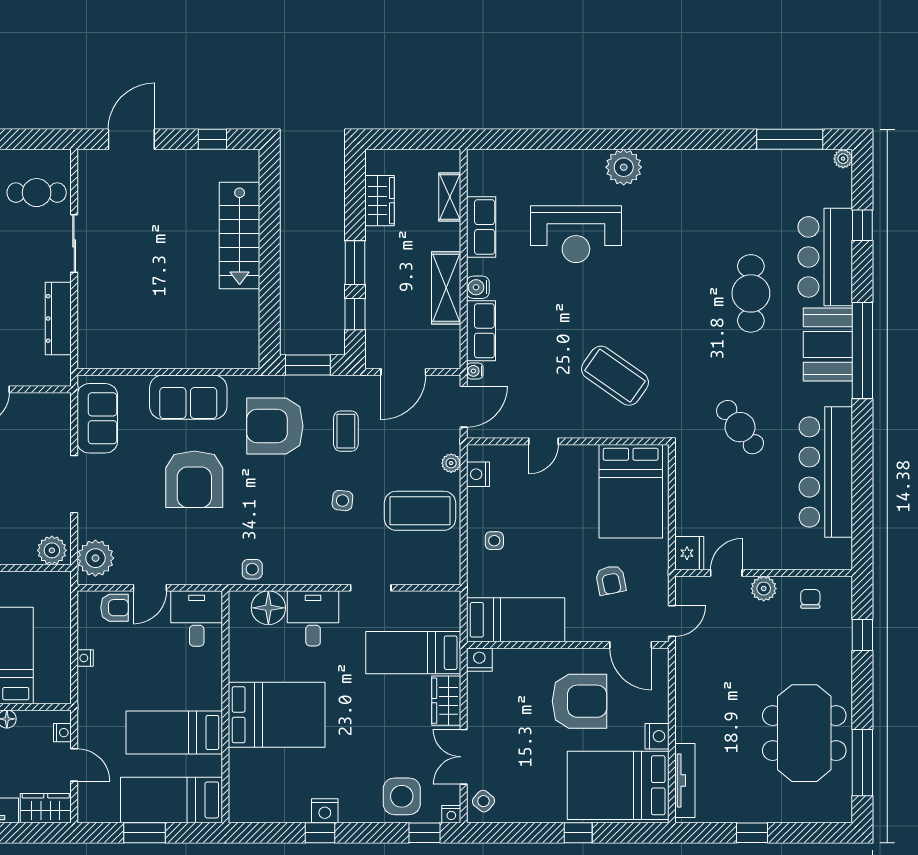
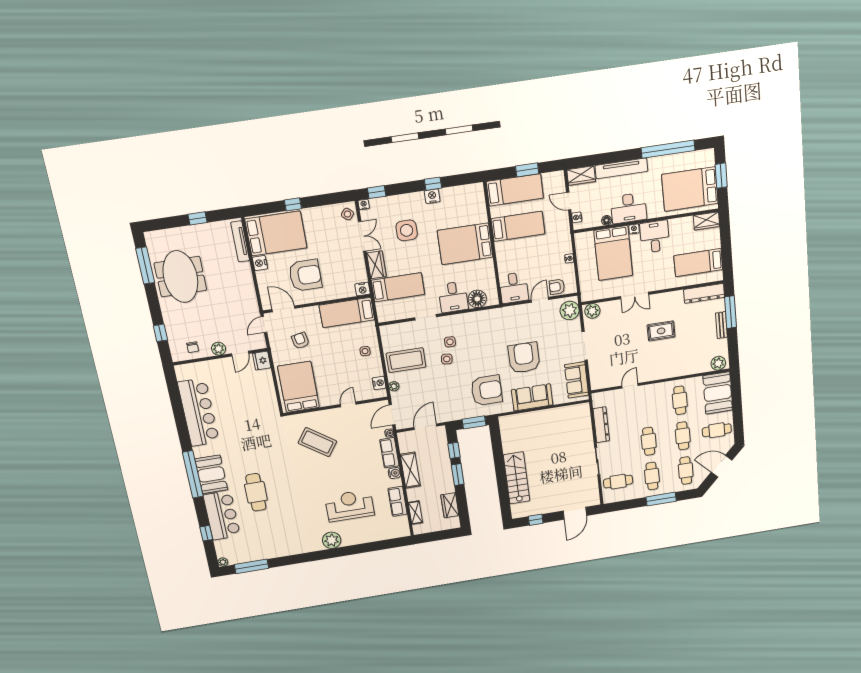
cafe table: (740, 427) -> (248, 427), removed
coffee table: (346, 431) -> (450, 394), removed
side table: (252, 569) -> (450, 342), moved
armchair: (580, 701) -> (305, 275), turned 180
side table: (402, 796) -> (407, 230), moved

